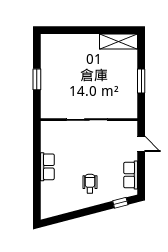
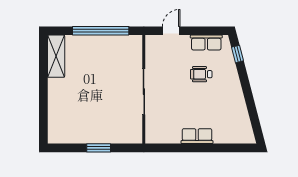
window: (141, 81) -> (101, 31), width x2.11
wheelchair: (90, 184) -> (201, 74), moved

